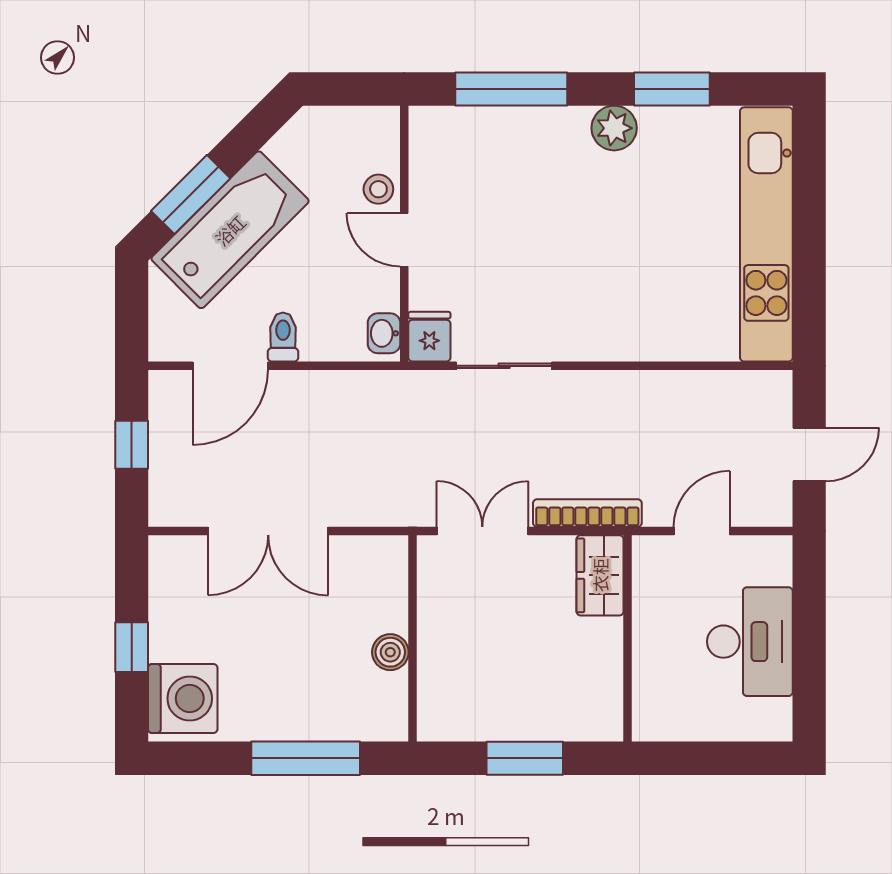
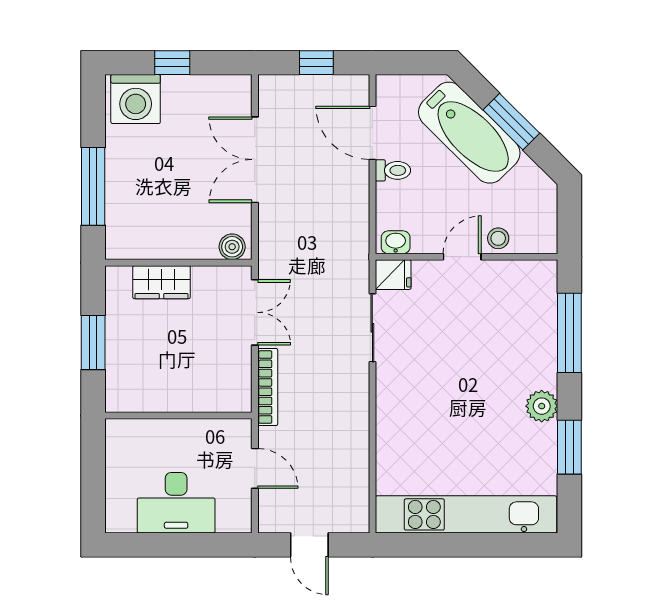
window: (191, 195) -> (511, 122), moved
wardrobe: (600, 575) -> (161, 282), moved, turned 180
boiler: (390, 652) -> (232, 247), moved

